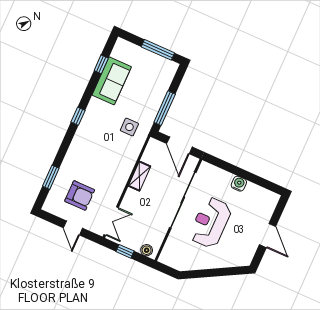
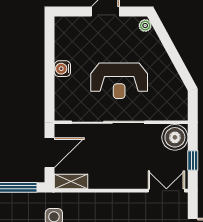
shelving: (140, 176) -> (71, 182), moved
boiler: (147, 250) -> (175, 137), width x1.86, depth x1.86
plant: (243, 261) -> (145, 26), added

